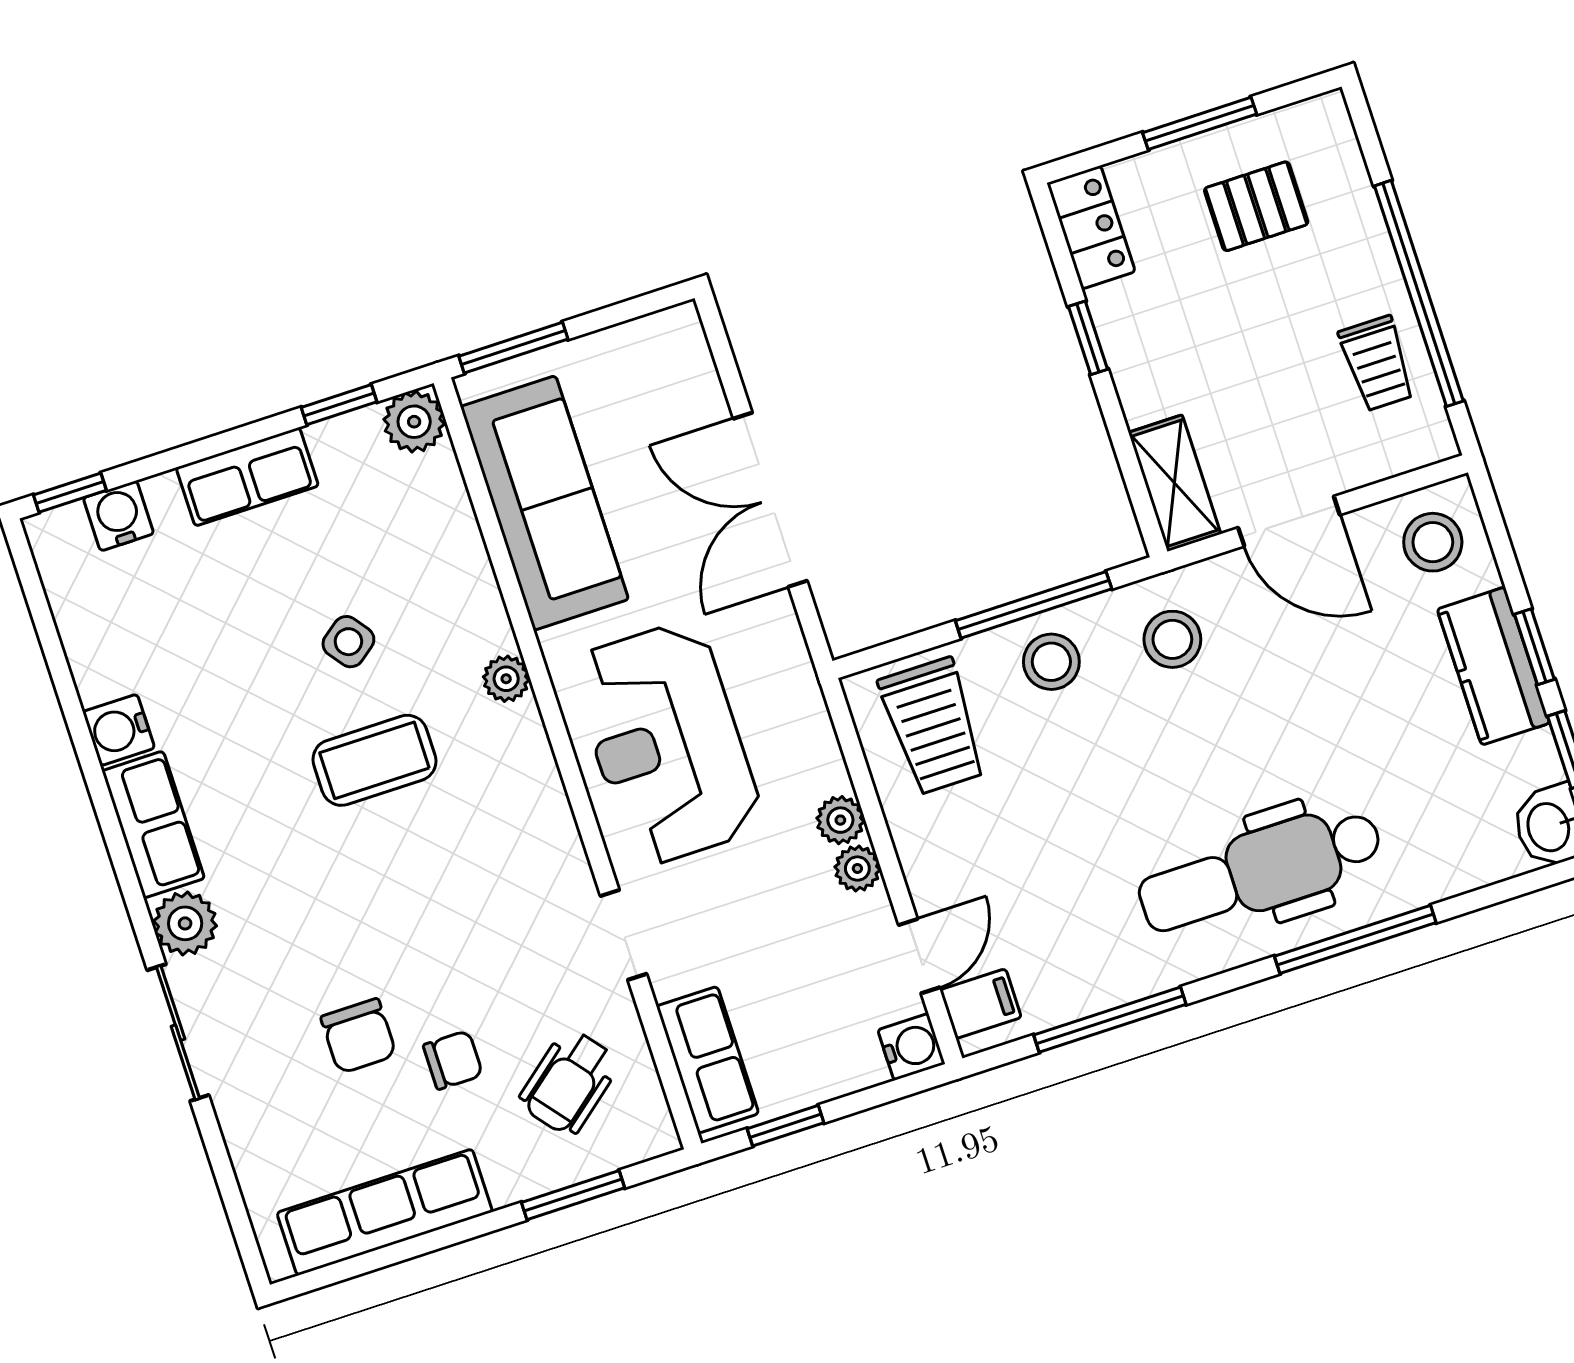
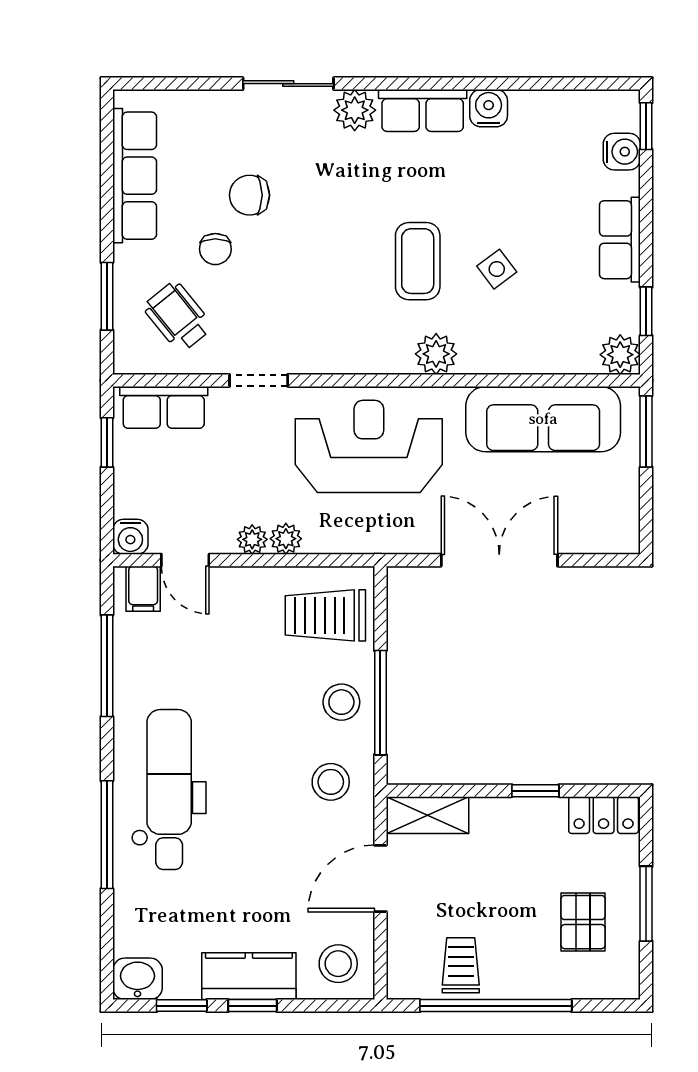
trolley: (1377, 363) -> (461, 965), turned 90
plant: (506, 679) -> (436, 354), width x1.38, depth x1.38

